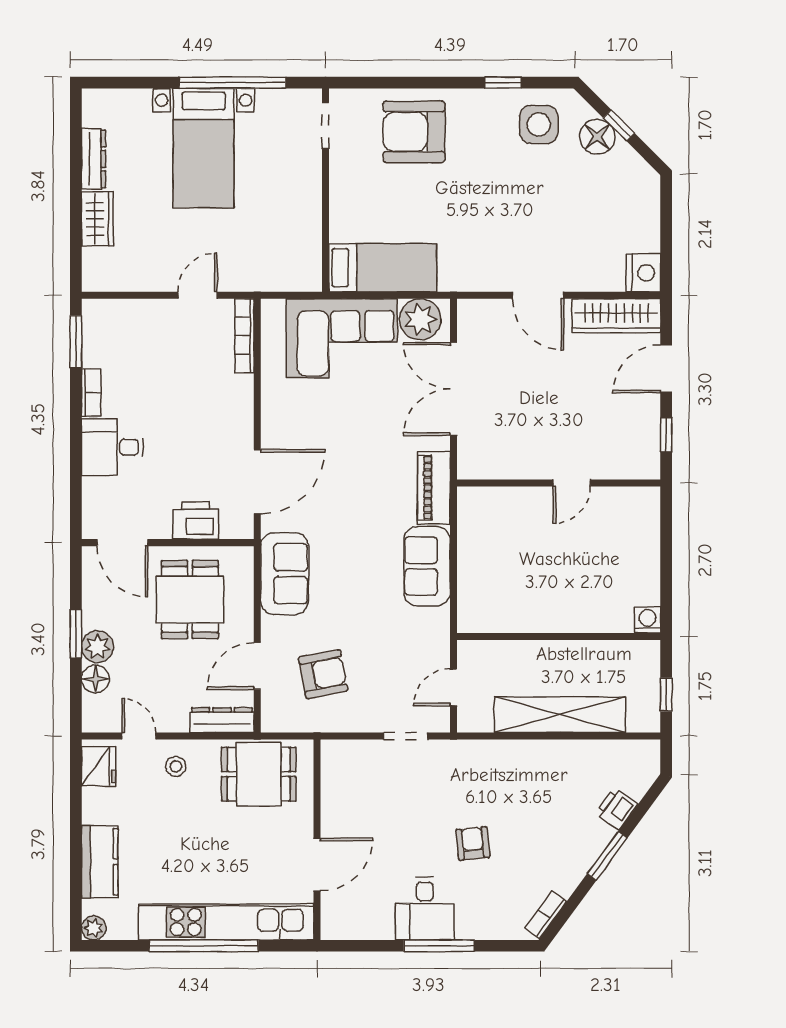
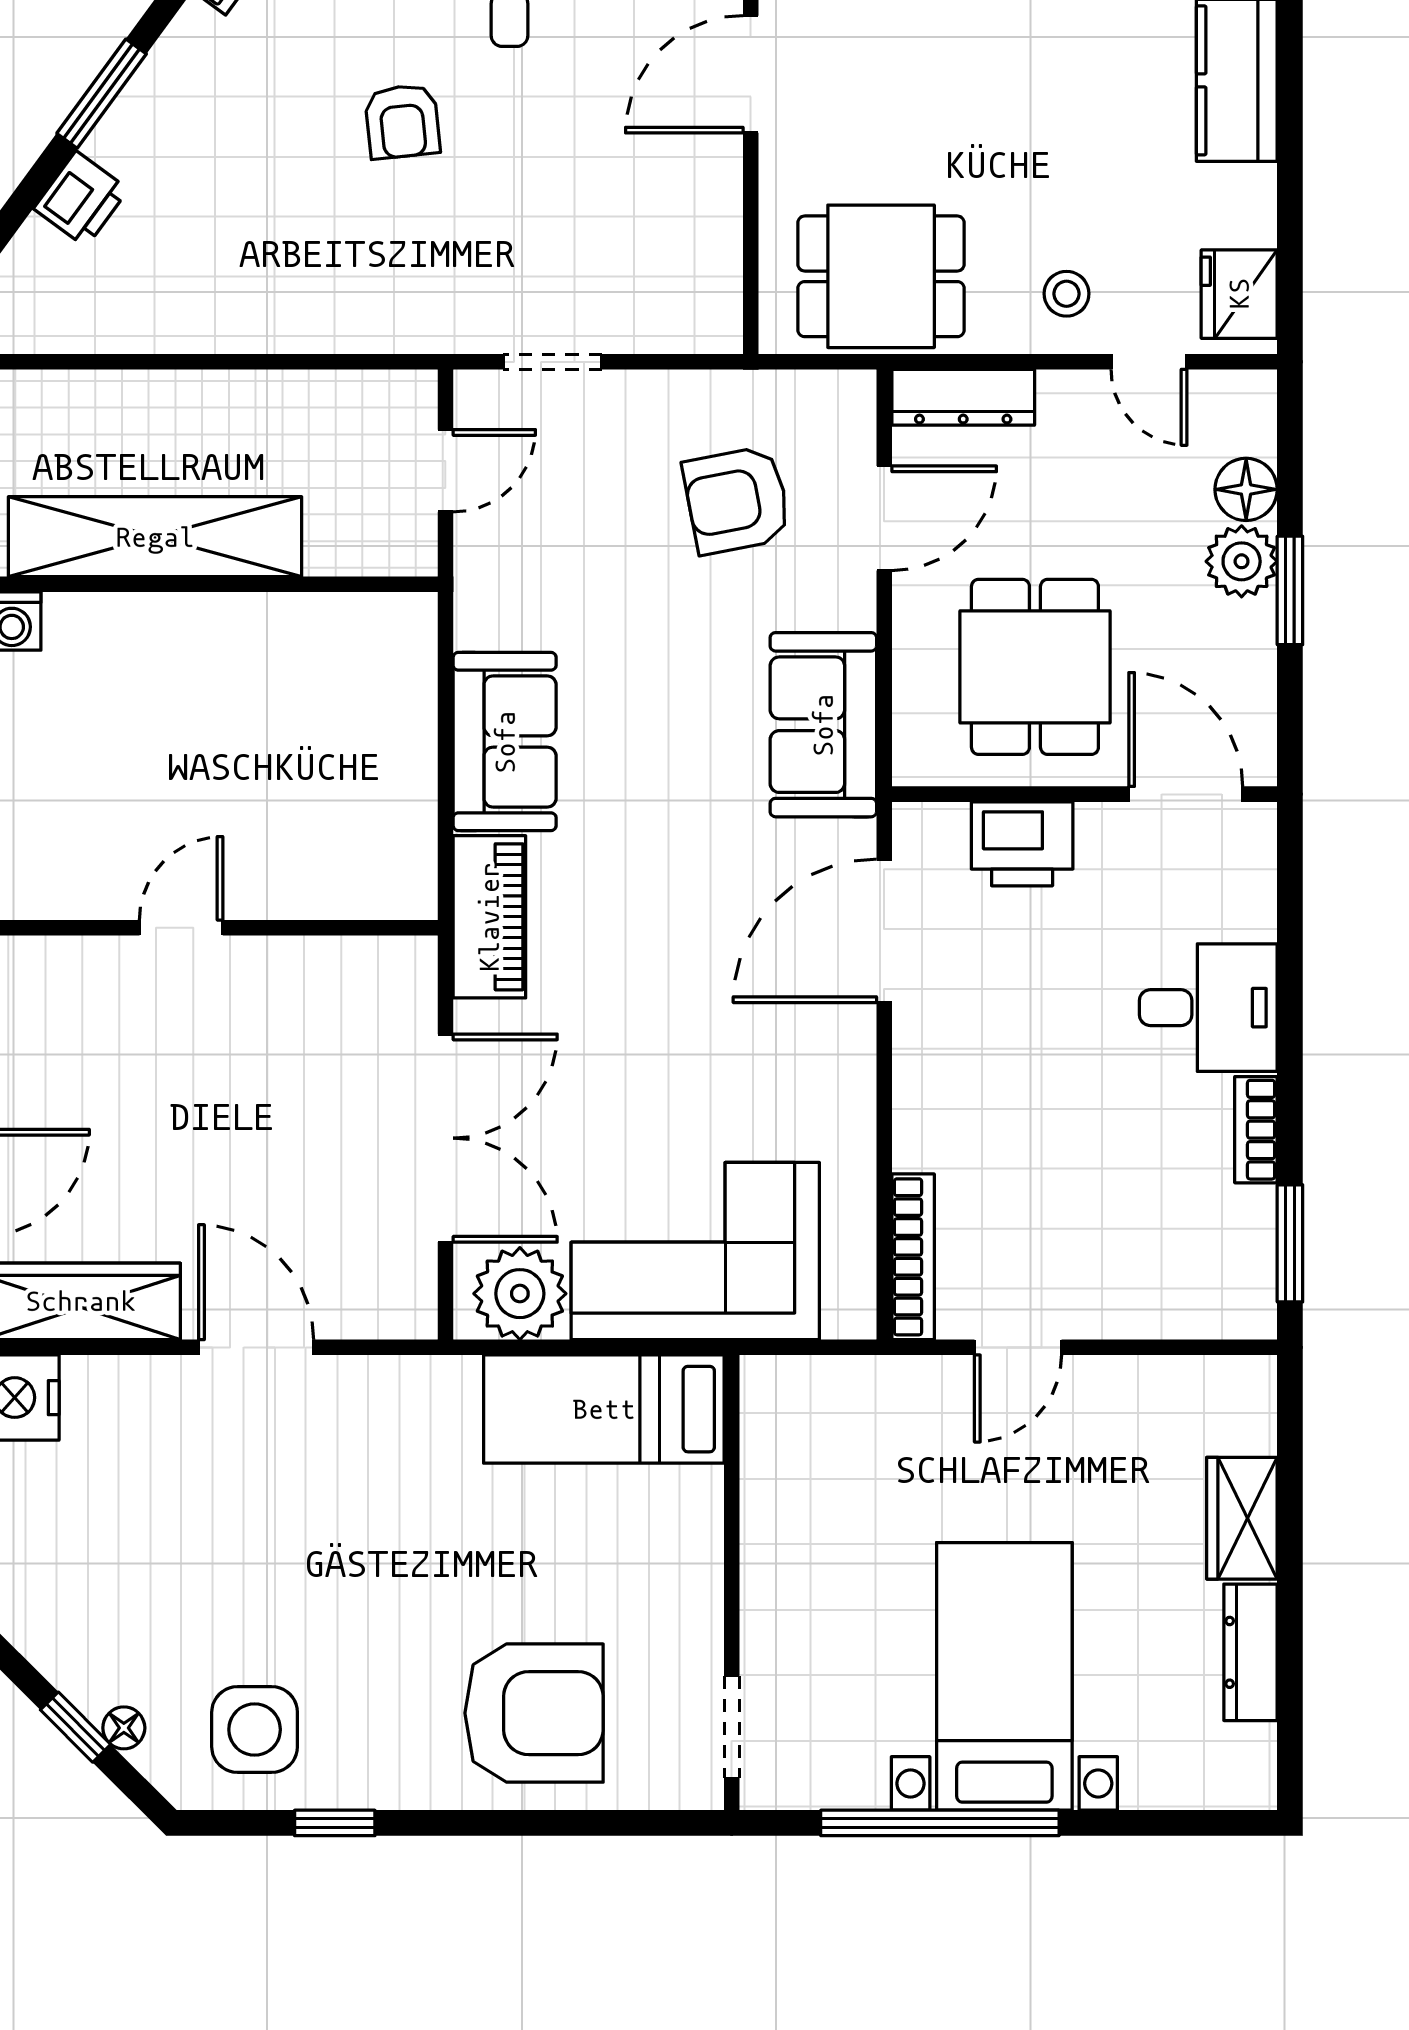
floor lamp: (597, 137) -> (124, 1728), width x0.53, depth x0.53
shelving: (560, 715) -> (155, 537), moved

